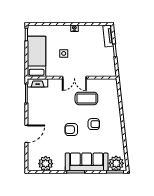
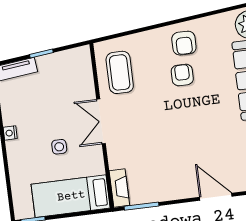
double door: (74, 78) -> (101, 121), swing flipped
coffee table: (86, 98) -> (120, 72), moved
armchair: (71, 130) -> (184, 43), moved

